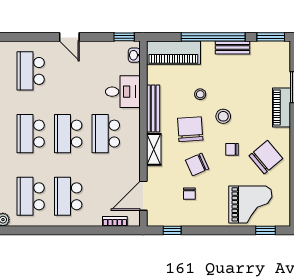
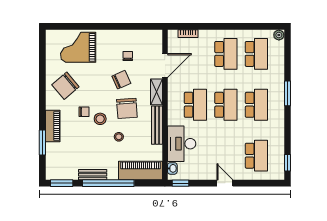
desk: (123, 92) -> (182, 144), width x1.37
chair: (232, 149) -> (84, 112), moved
door: (143, 196) -> (165, 66), moved
window: (172, 230) -> (142, 26), removed
window: (265, 230) -> (66, 26), removed

